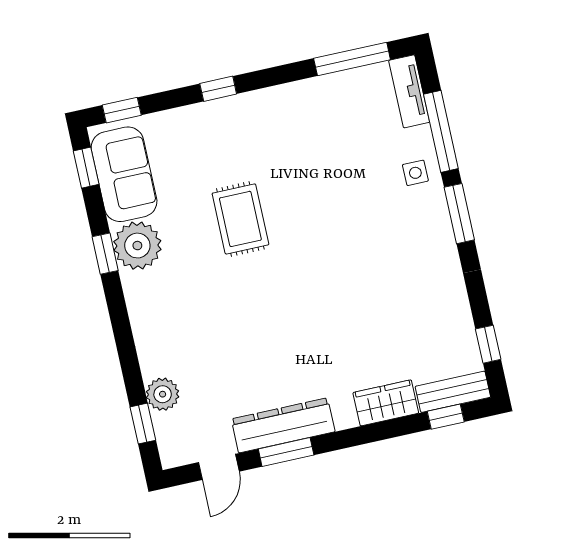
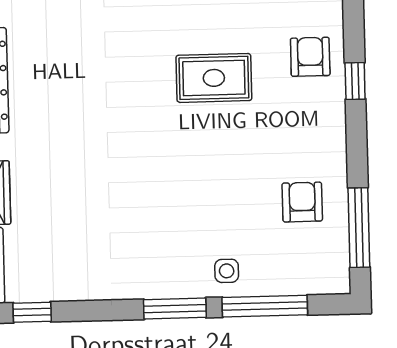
tv unit: (409, 91) -> (313, 281), removed
armchair: (339, 116) -> (302, 202), added
armchair: (204, 134) -> (310, 57), added

